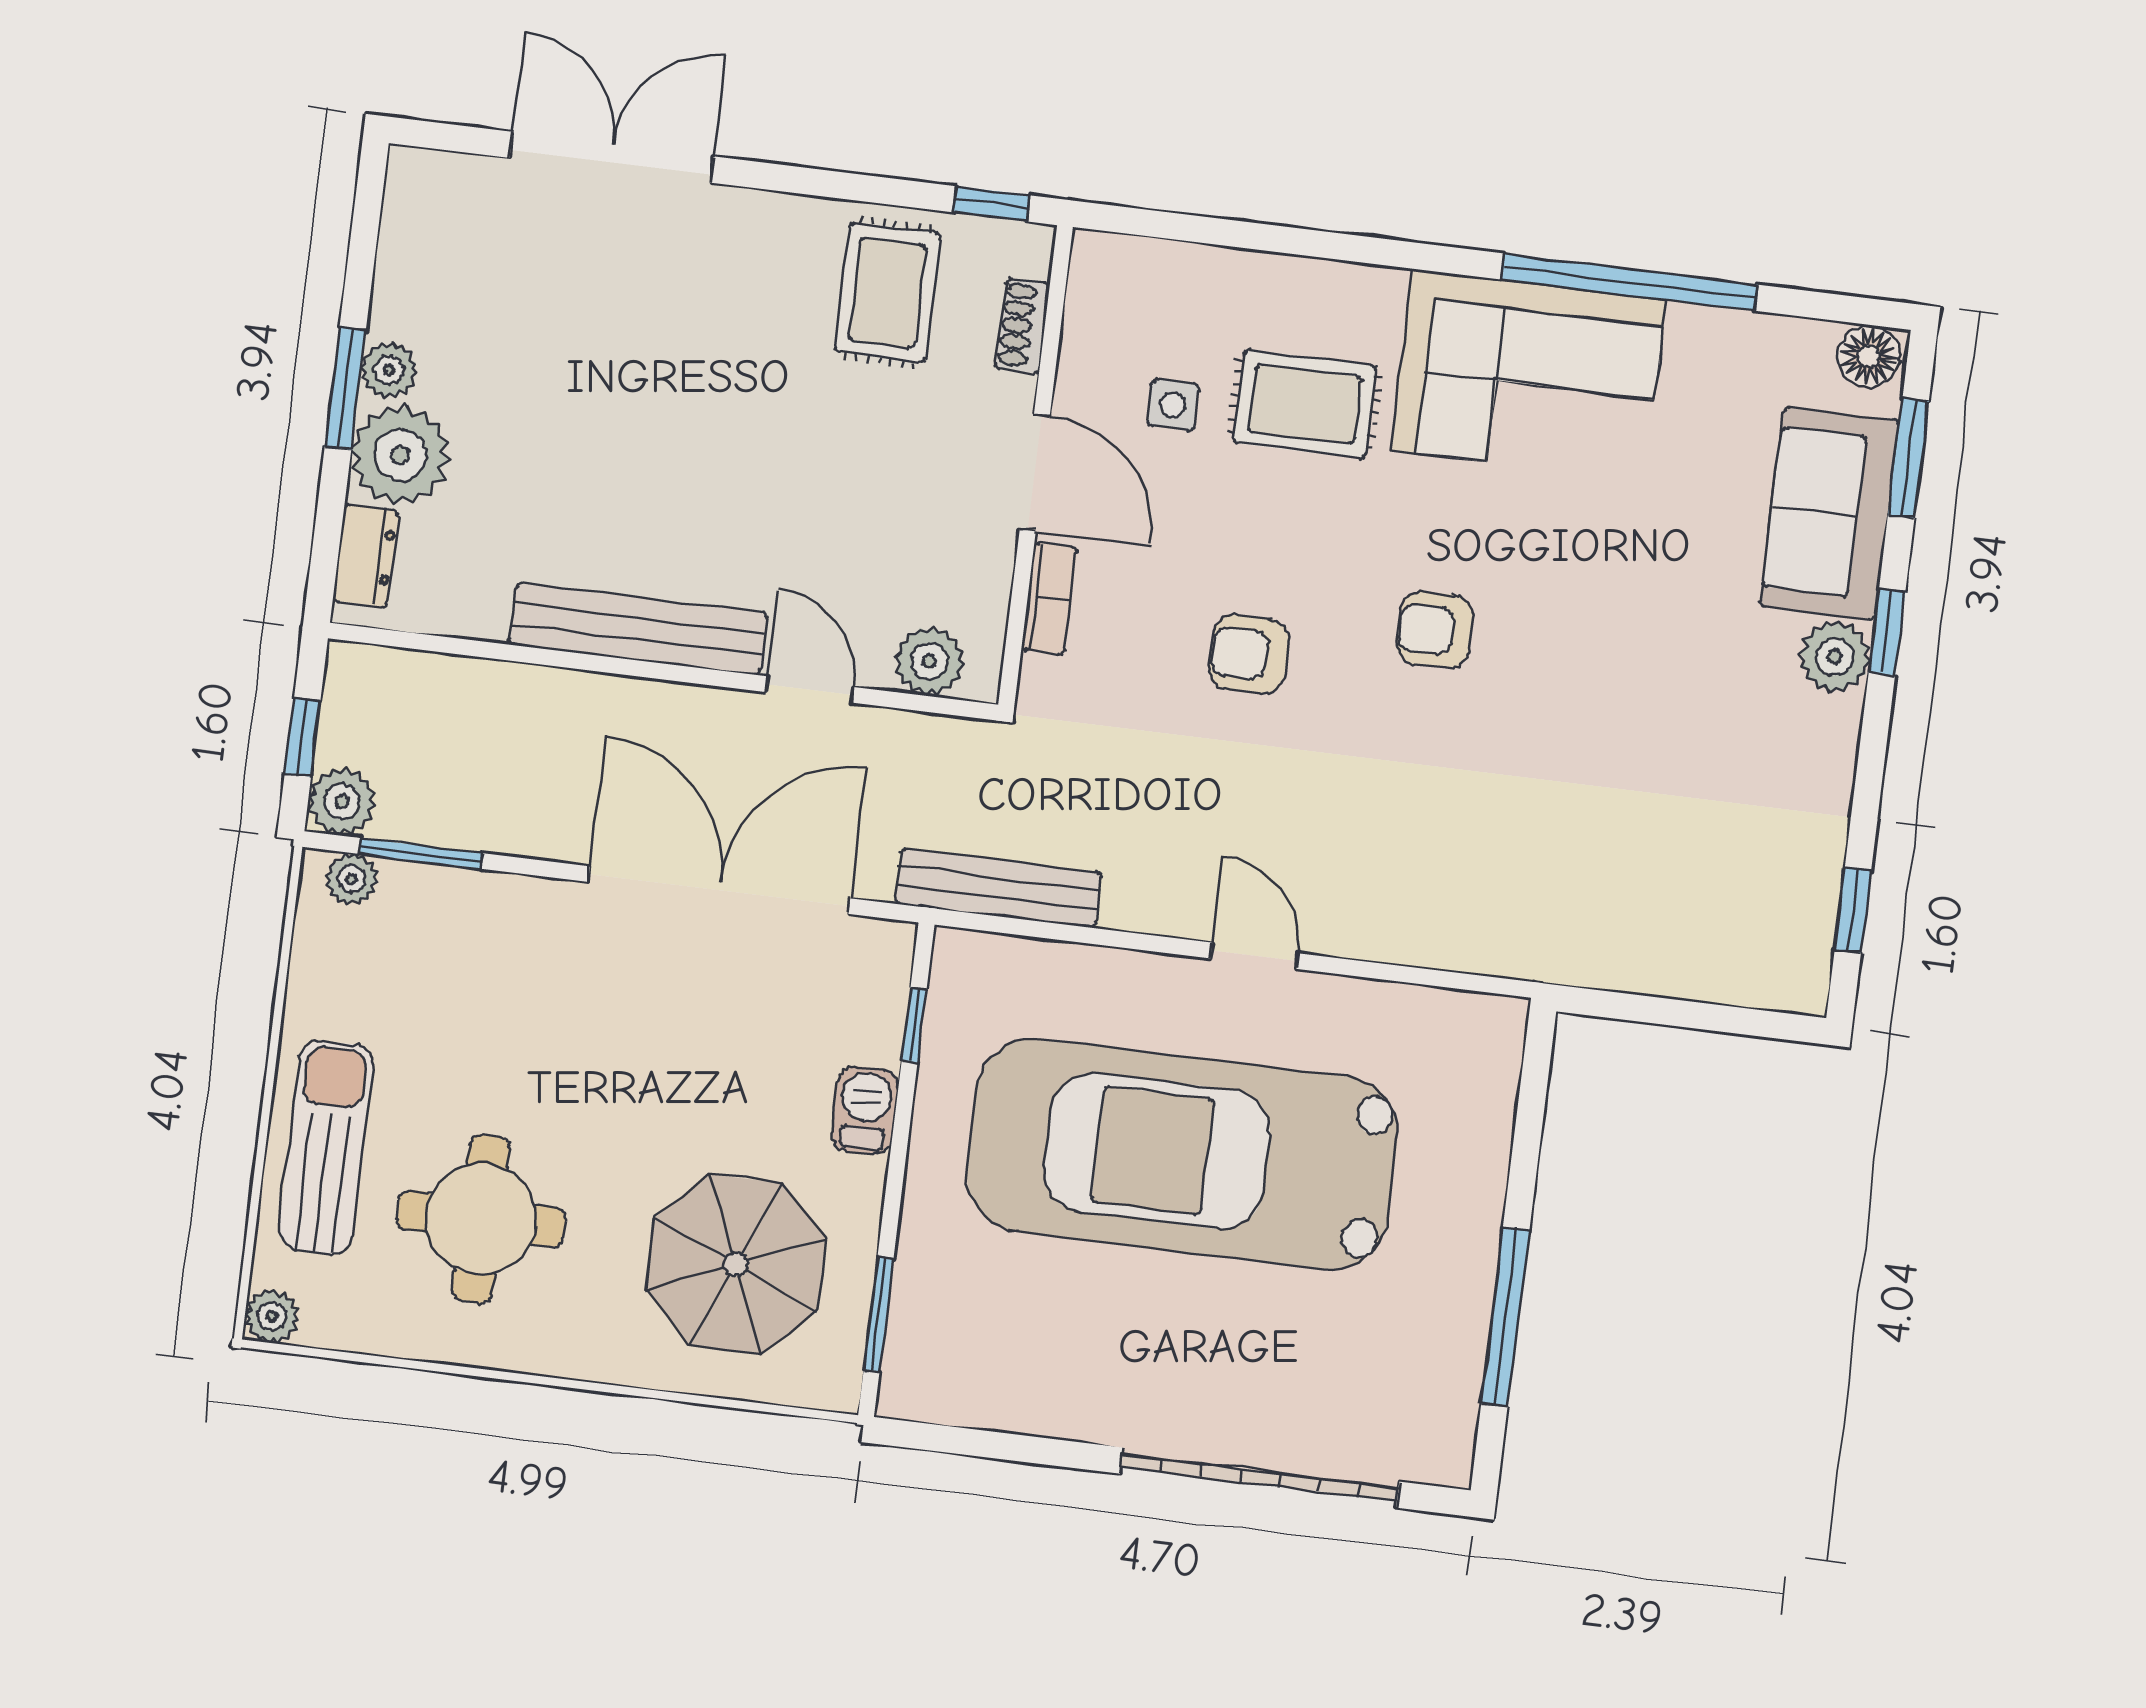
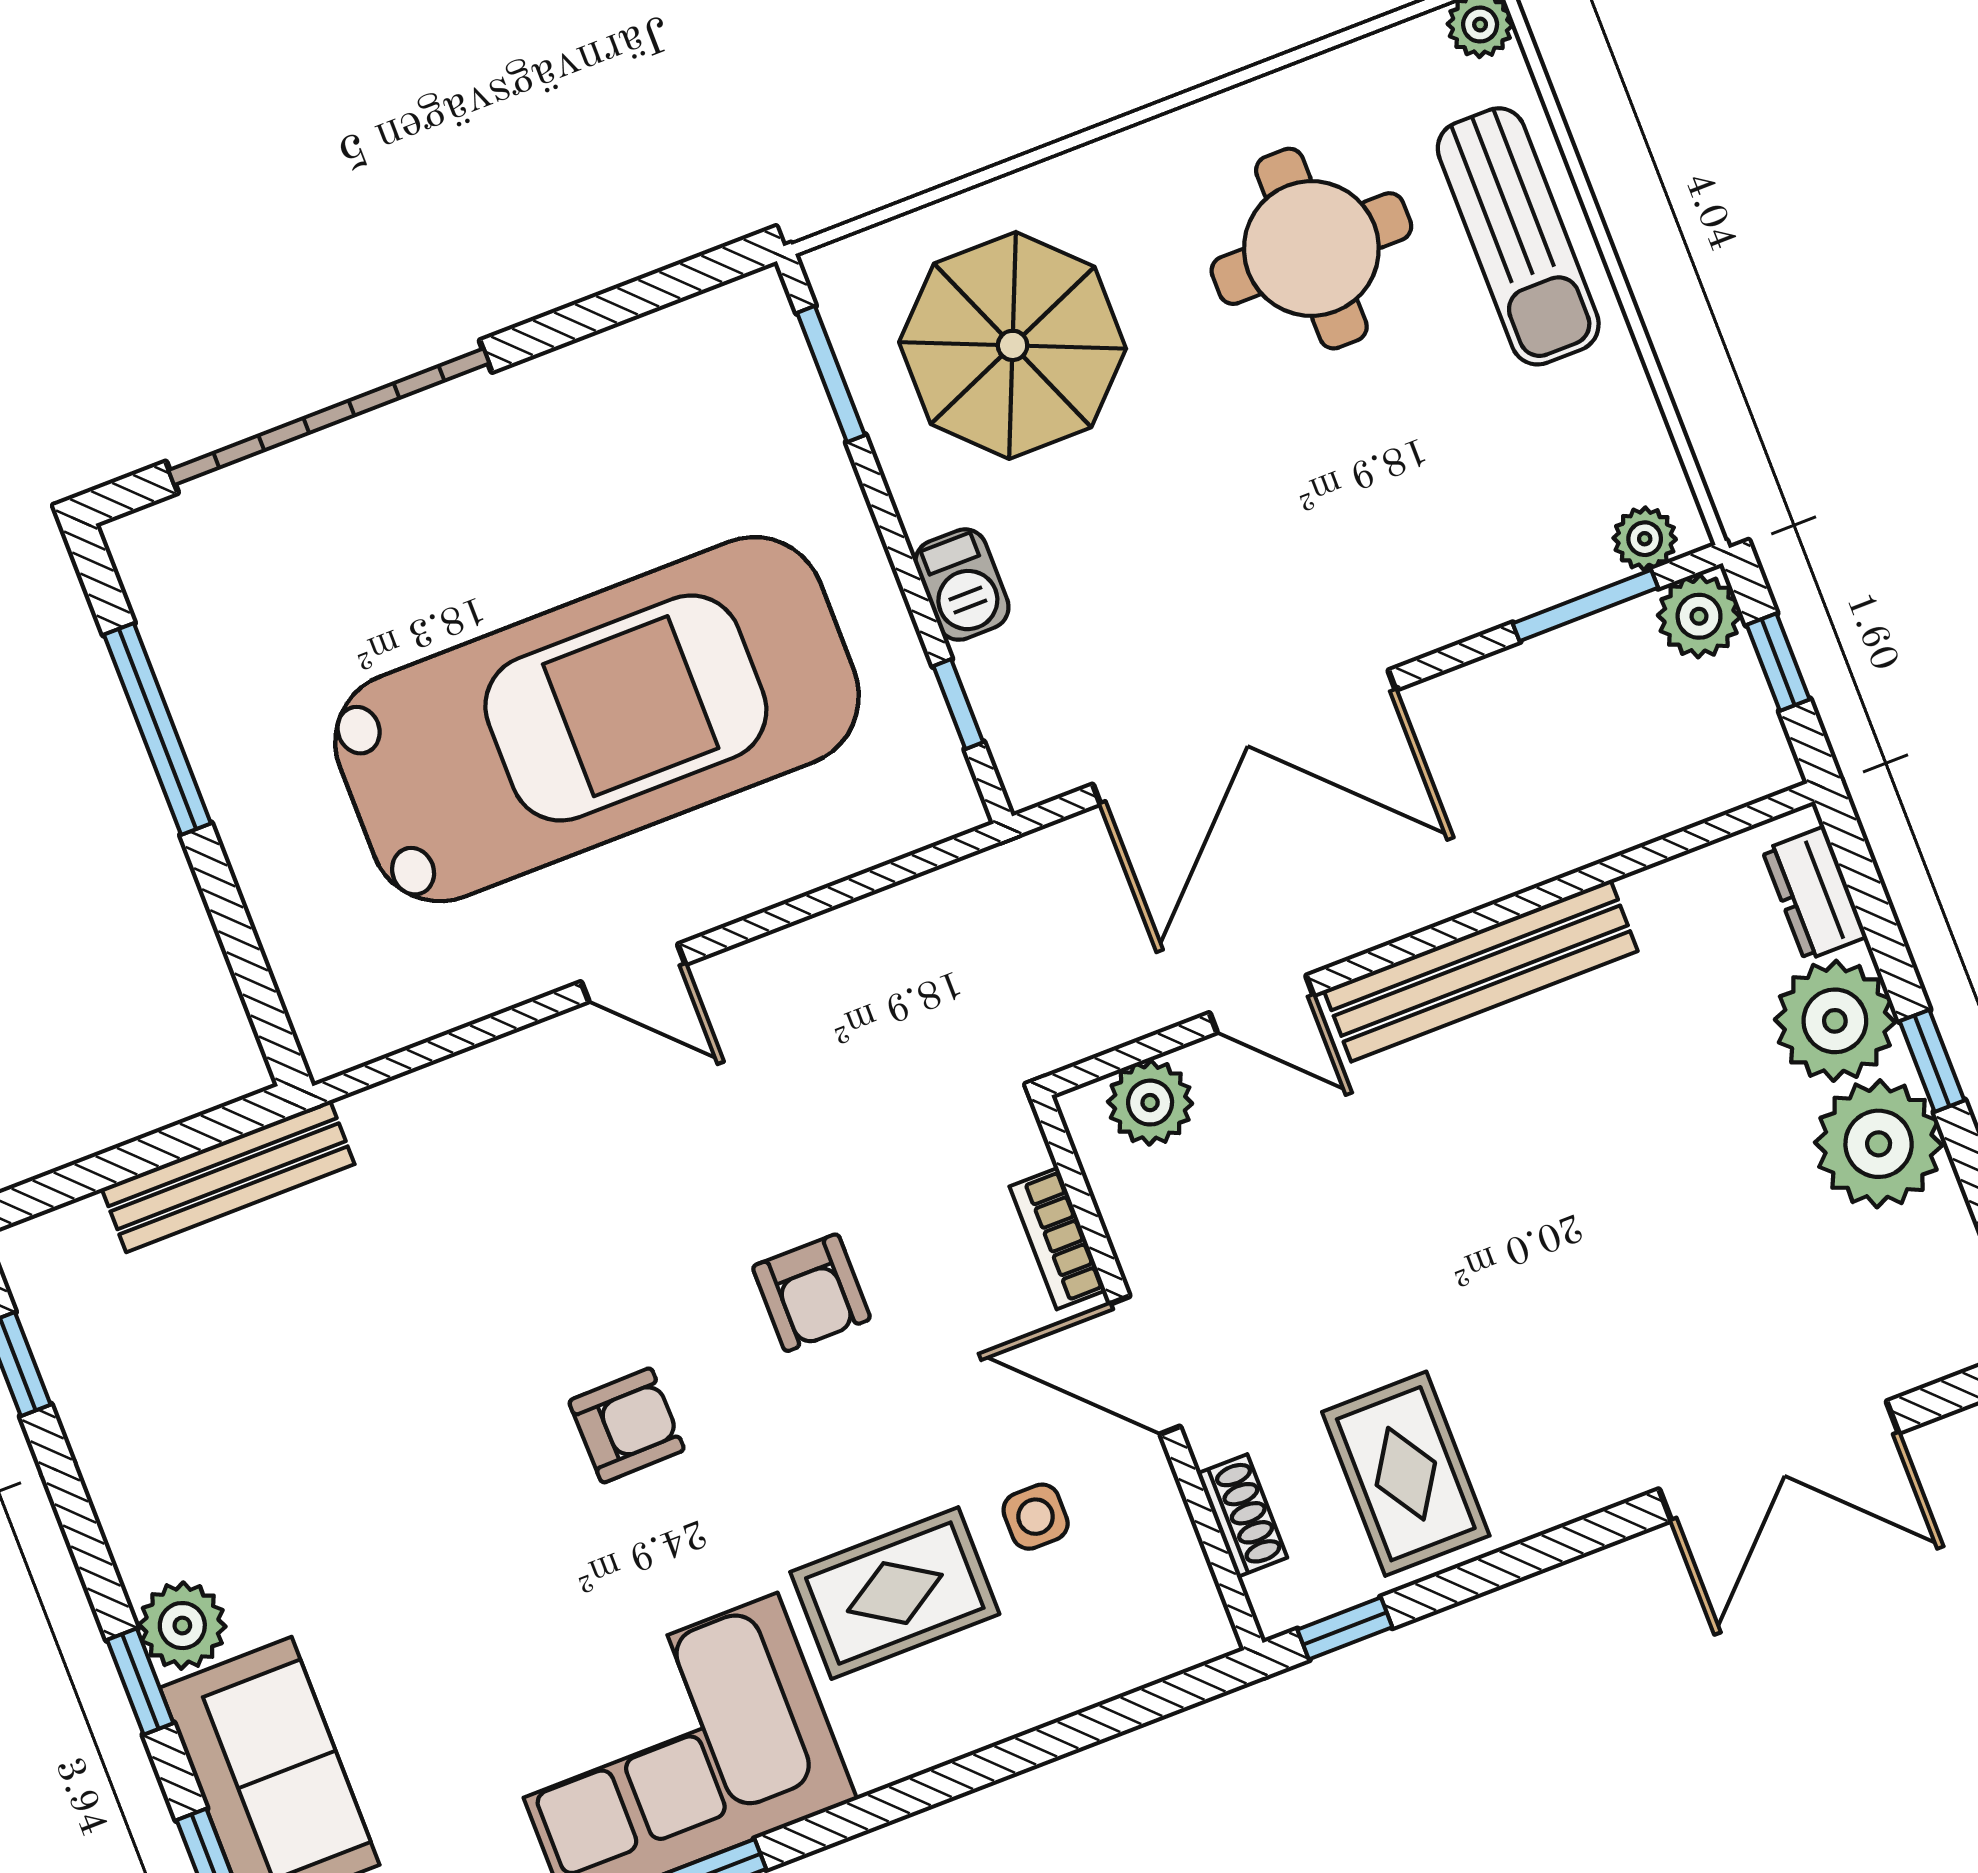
plant: (389, 370) -> (1879, 1144), width x1.87, depth x1.87
window: (345, 388) -> (1932, 1061), width x0.67
armchair: (1249, 654) -> (811, 1293), turned 90
bench: (998, 888) -> (228, 1176), moved

